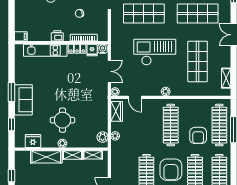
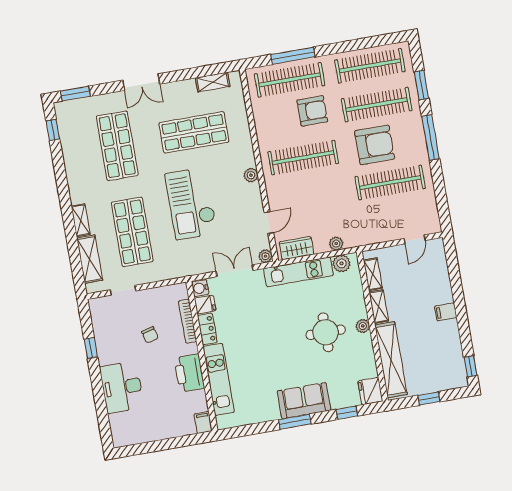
printer: (57, 36) -> (189, 373), width x1.87, depth x1.48
kitchen unit: (102, 110) -> (298, 272), added
fridge: (33, 141) -> (370, 391), moved
shelving: (46, 157) -> (391, 360), width x1.47

